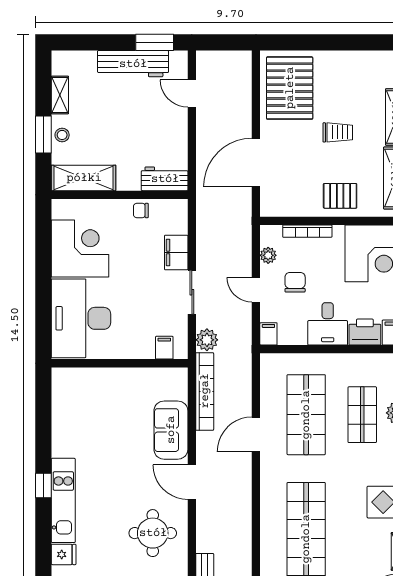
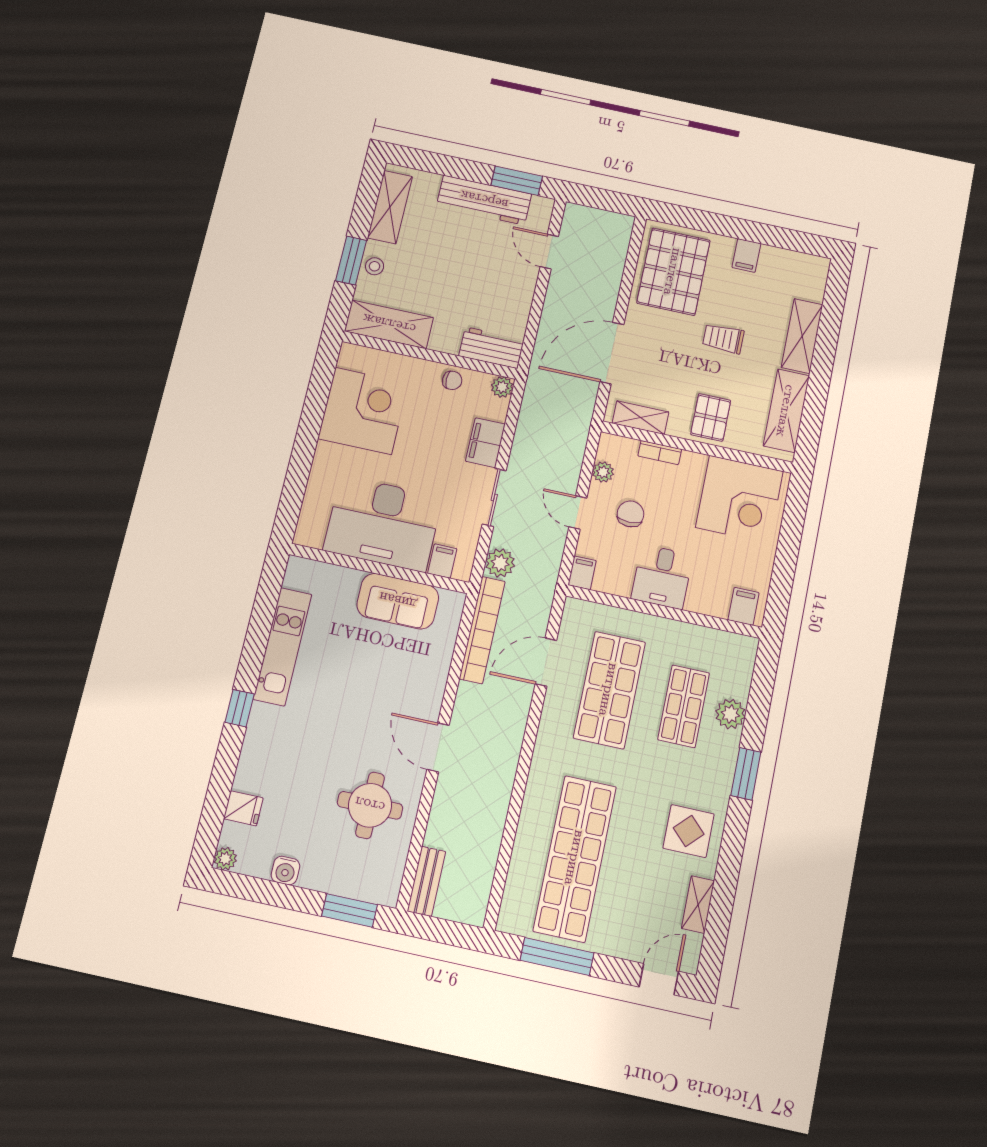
filing cabinet: (343, 63) -> (746, 255), added
shelving: (60, 95) -> (390, 207), width x1.50, depth x1.33
trolley: (338, 132) -> (723, 339), turned 180
pallet: (340, 196) -> (711, 417), turned 90
plant: (179, 207) -> (502, 387), added
shelving: (288, 208) -> (640, 418), added
chair: (141, 211) -> (452, 380), turned 180
bookcase: (307, 231) -> (660, 453), width x0.64
desk: (81, 318) -> (383, 524), moved, turned -90
printer: (365, 332) -> (708, 598), removed
sofa: (171, 430) -> (398, 601), moved, turned -90
door: (256, 434) -> (546, 662), moved
kitchen unit: (63, 500) -> (283, 647), moved

